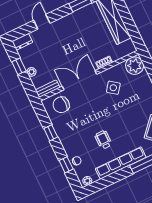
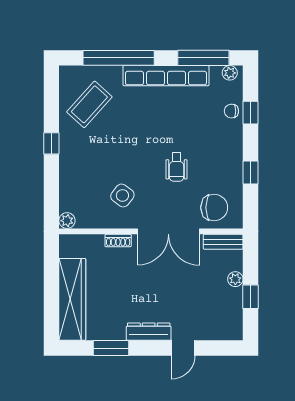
dresser: (22, 42) -> (149, 332), moved, width x1.44
plant: (135, 66) -> (67, 221), width x0.53, depth x0.53
wheelchair: (103, 140) -> (177, 167), moved
window: (105, 182) -> (203, 58), added

